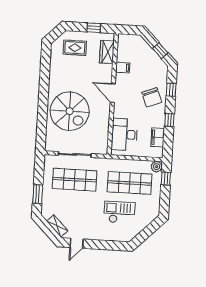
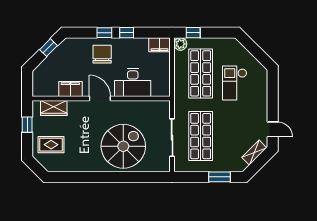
rug: (75, 48) -> (51, 145), turned 90
filing cabinet: (123, 68) -> (70, 89), width x2.00
window: (171, 90) -> (104, 33), moved
door: (113, 93) -> (100, 99), swing flipped
chair: (152, 97) -> (102, 54), turned -68
desk: (124, 134) -> (133, 83), moved
filing cabinet: (158, 137) -> (159, 45), moved

